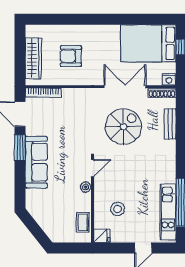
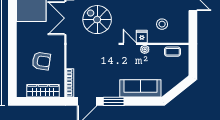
armchair: (71, 56) -> (41, 61), turned -81
sofa: (36, 162) -> (140, 88), moved
fridge: (102, 236) -> (142, 36), moved

